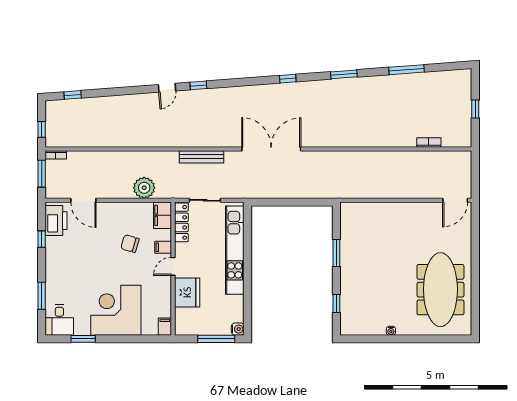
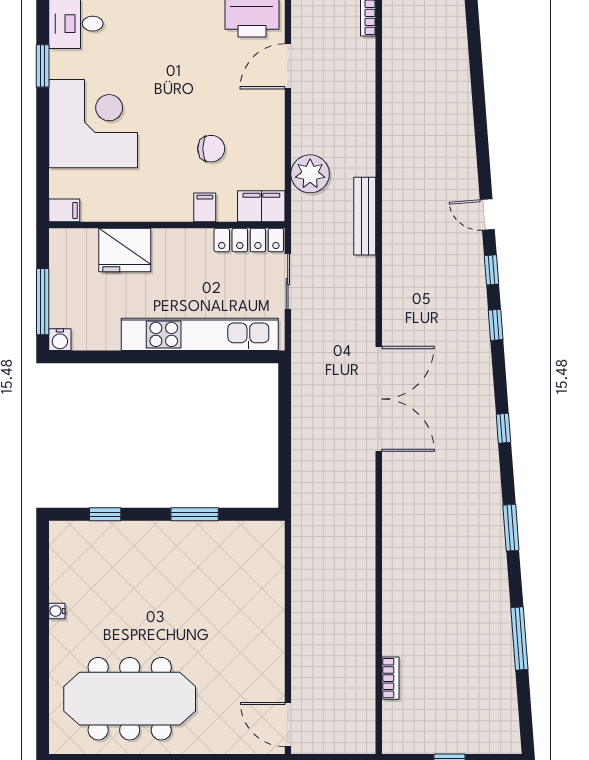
window: (73, 95) -> (496, 325), moved
bench: (201, 157) -> (365, 216), moved
chair: (130, 244) -> (211, 149), turned 74
door: (173, 266) -> (171, 225), removed

